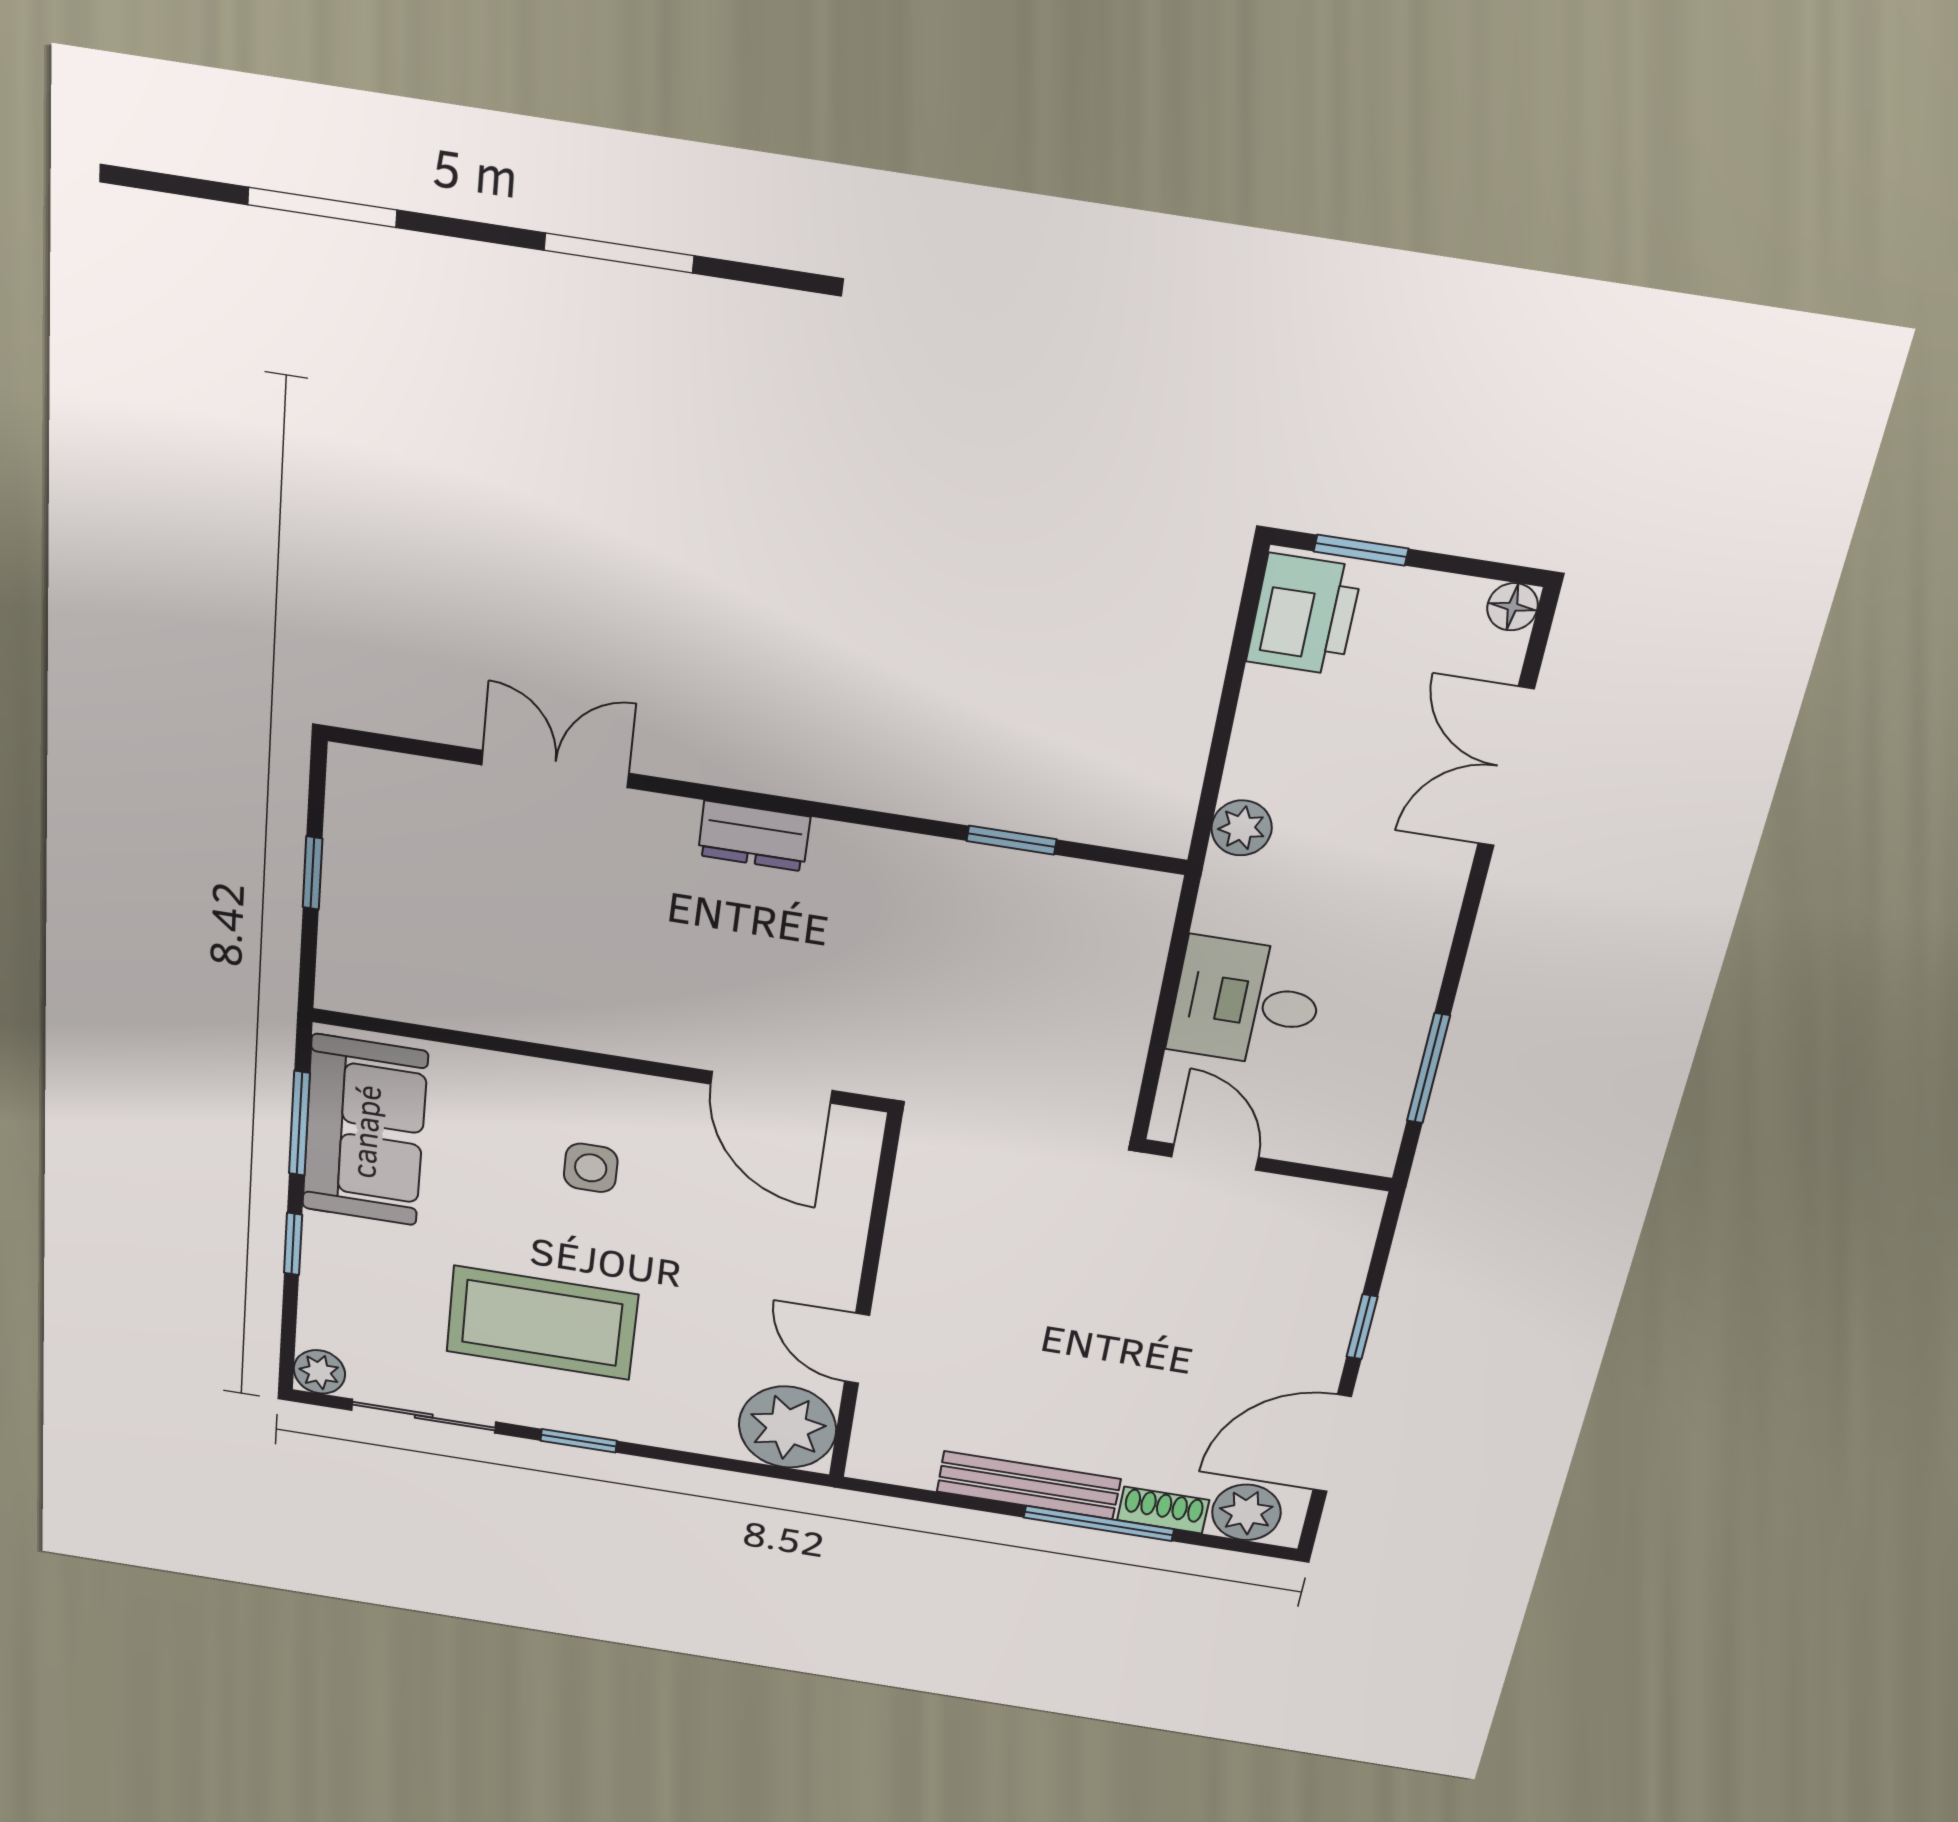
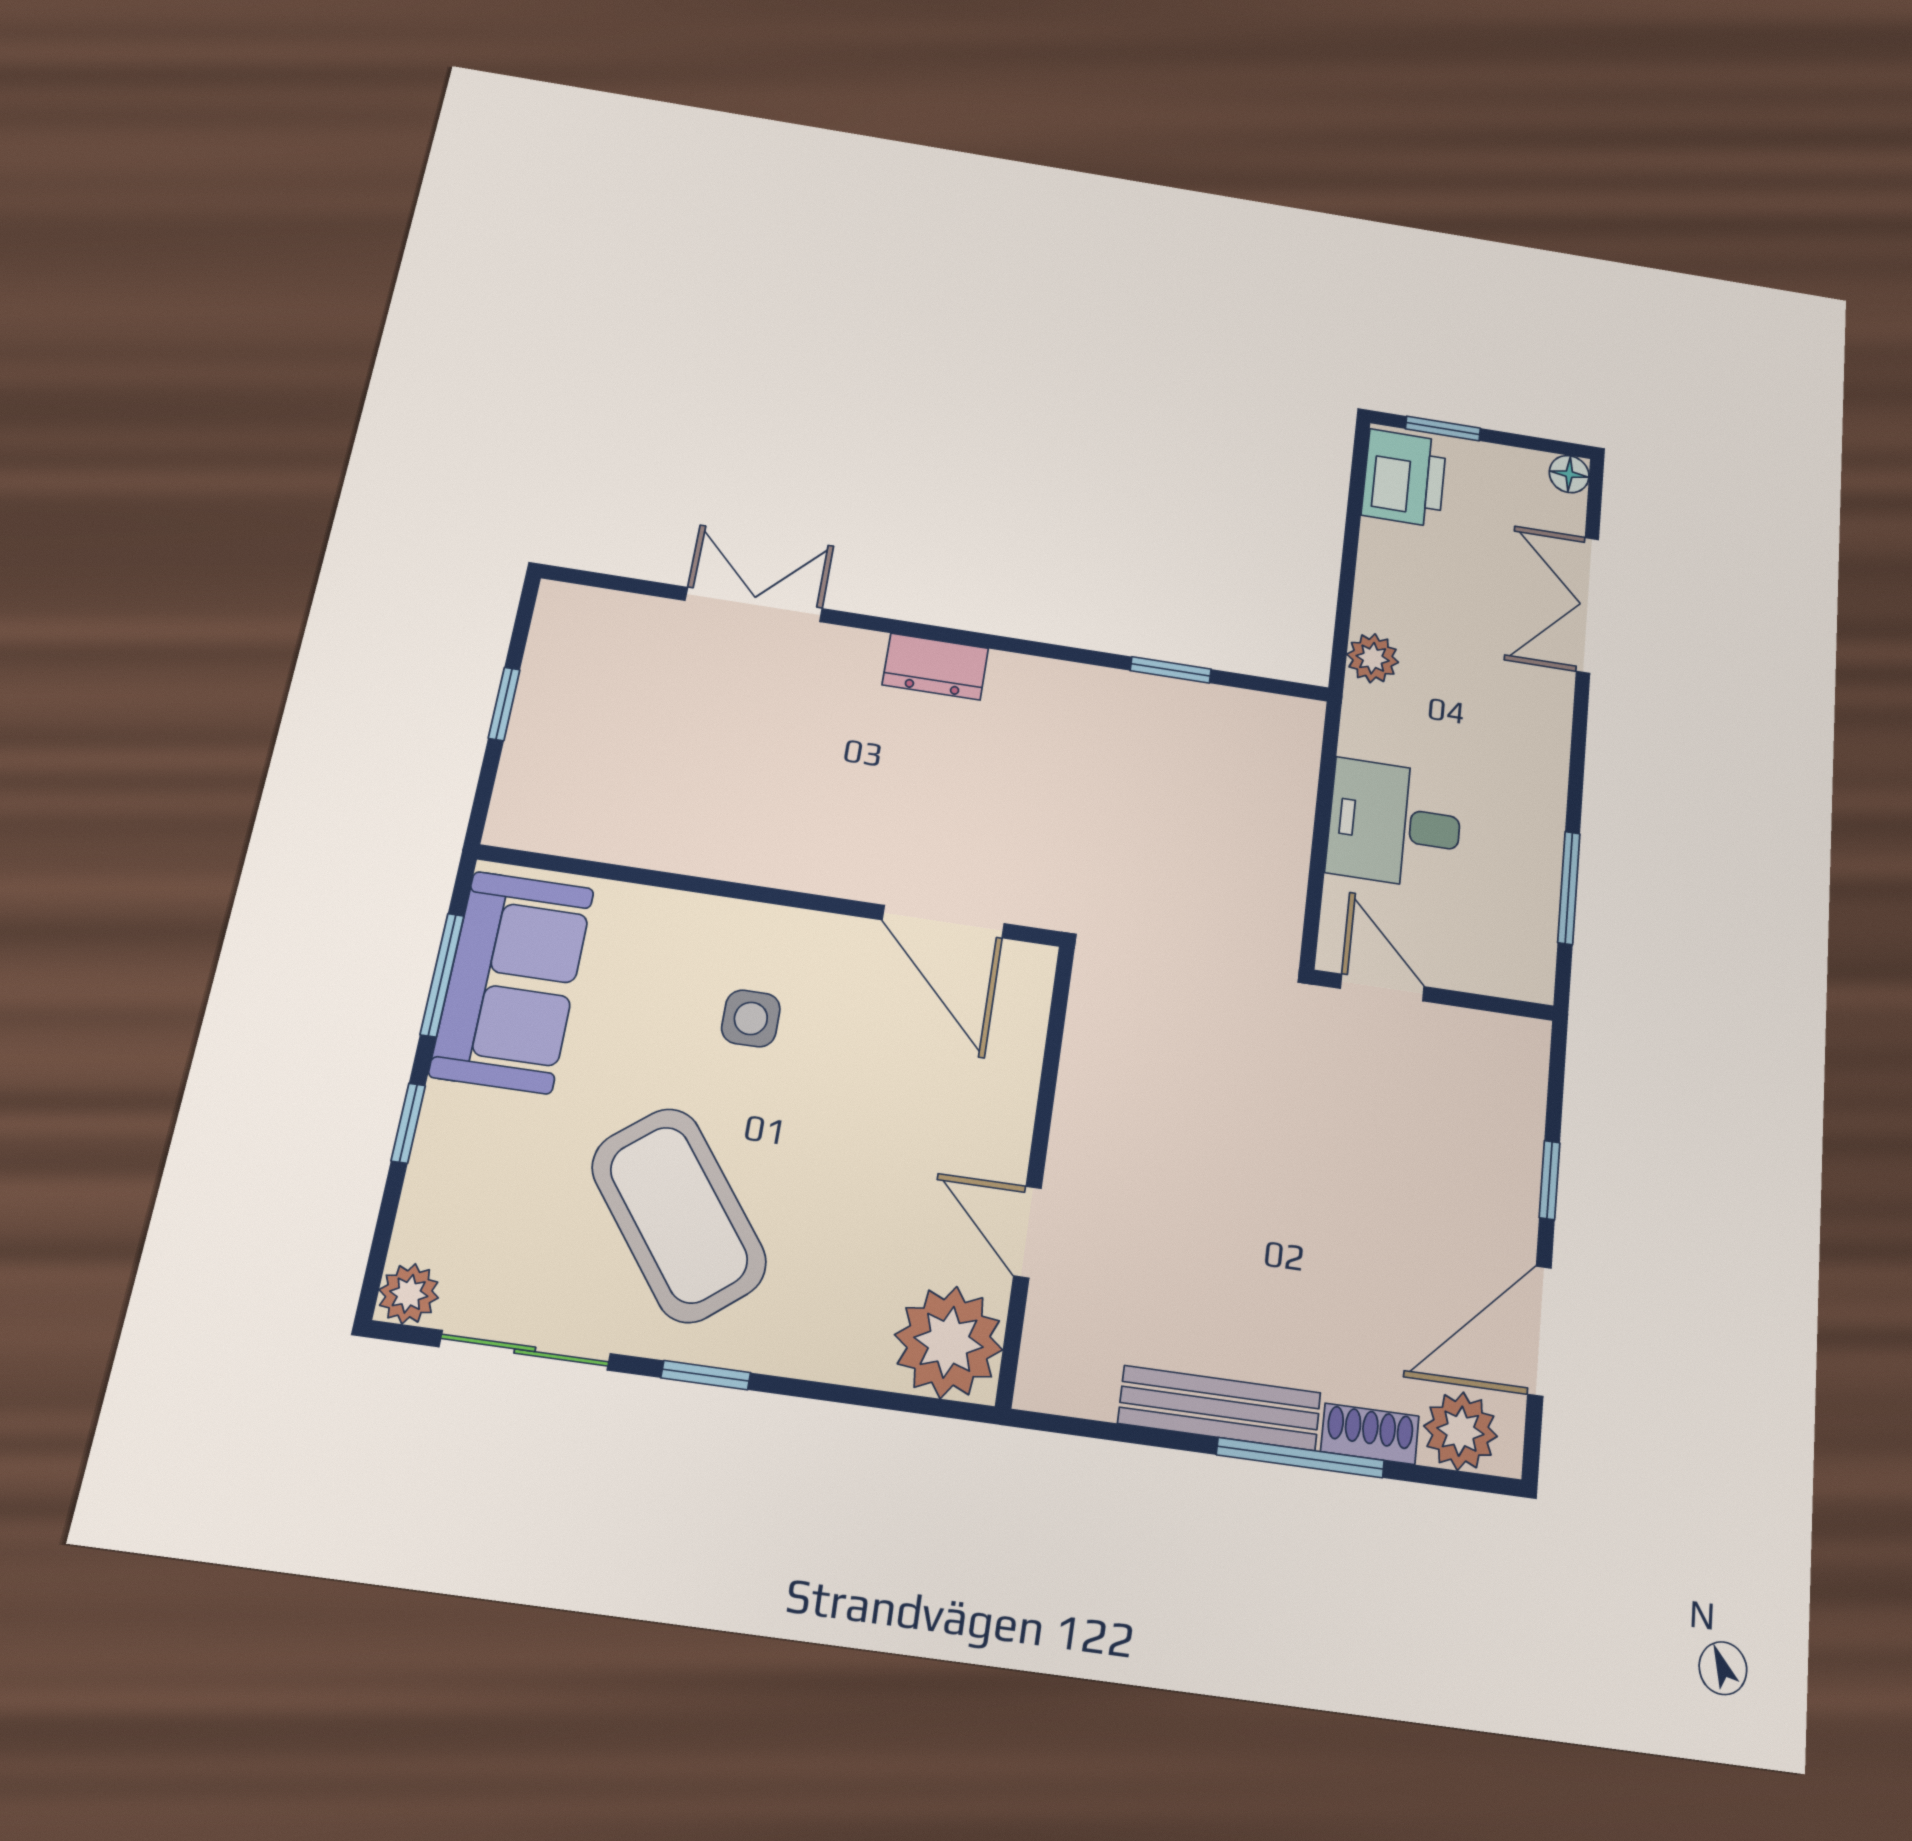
coffee table: (542, 1323) -> (679, 1215), turned 52

